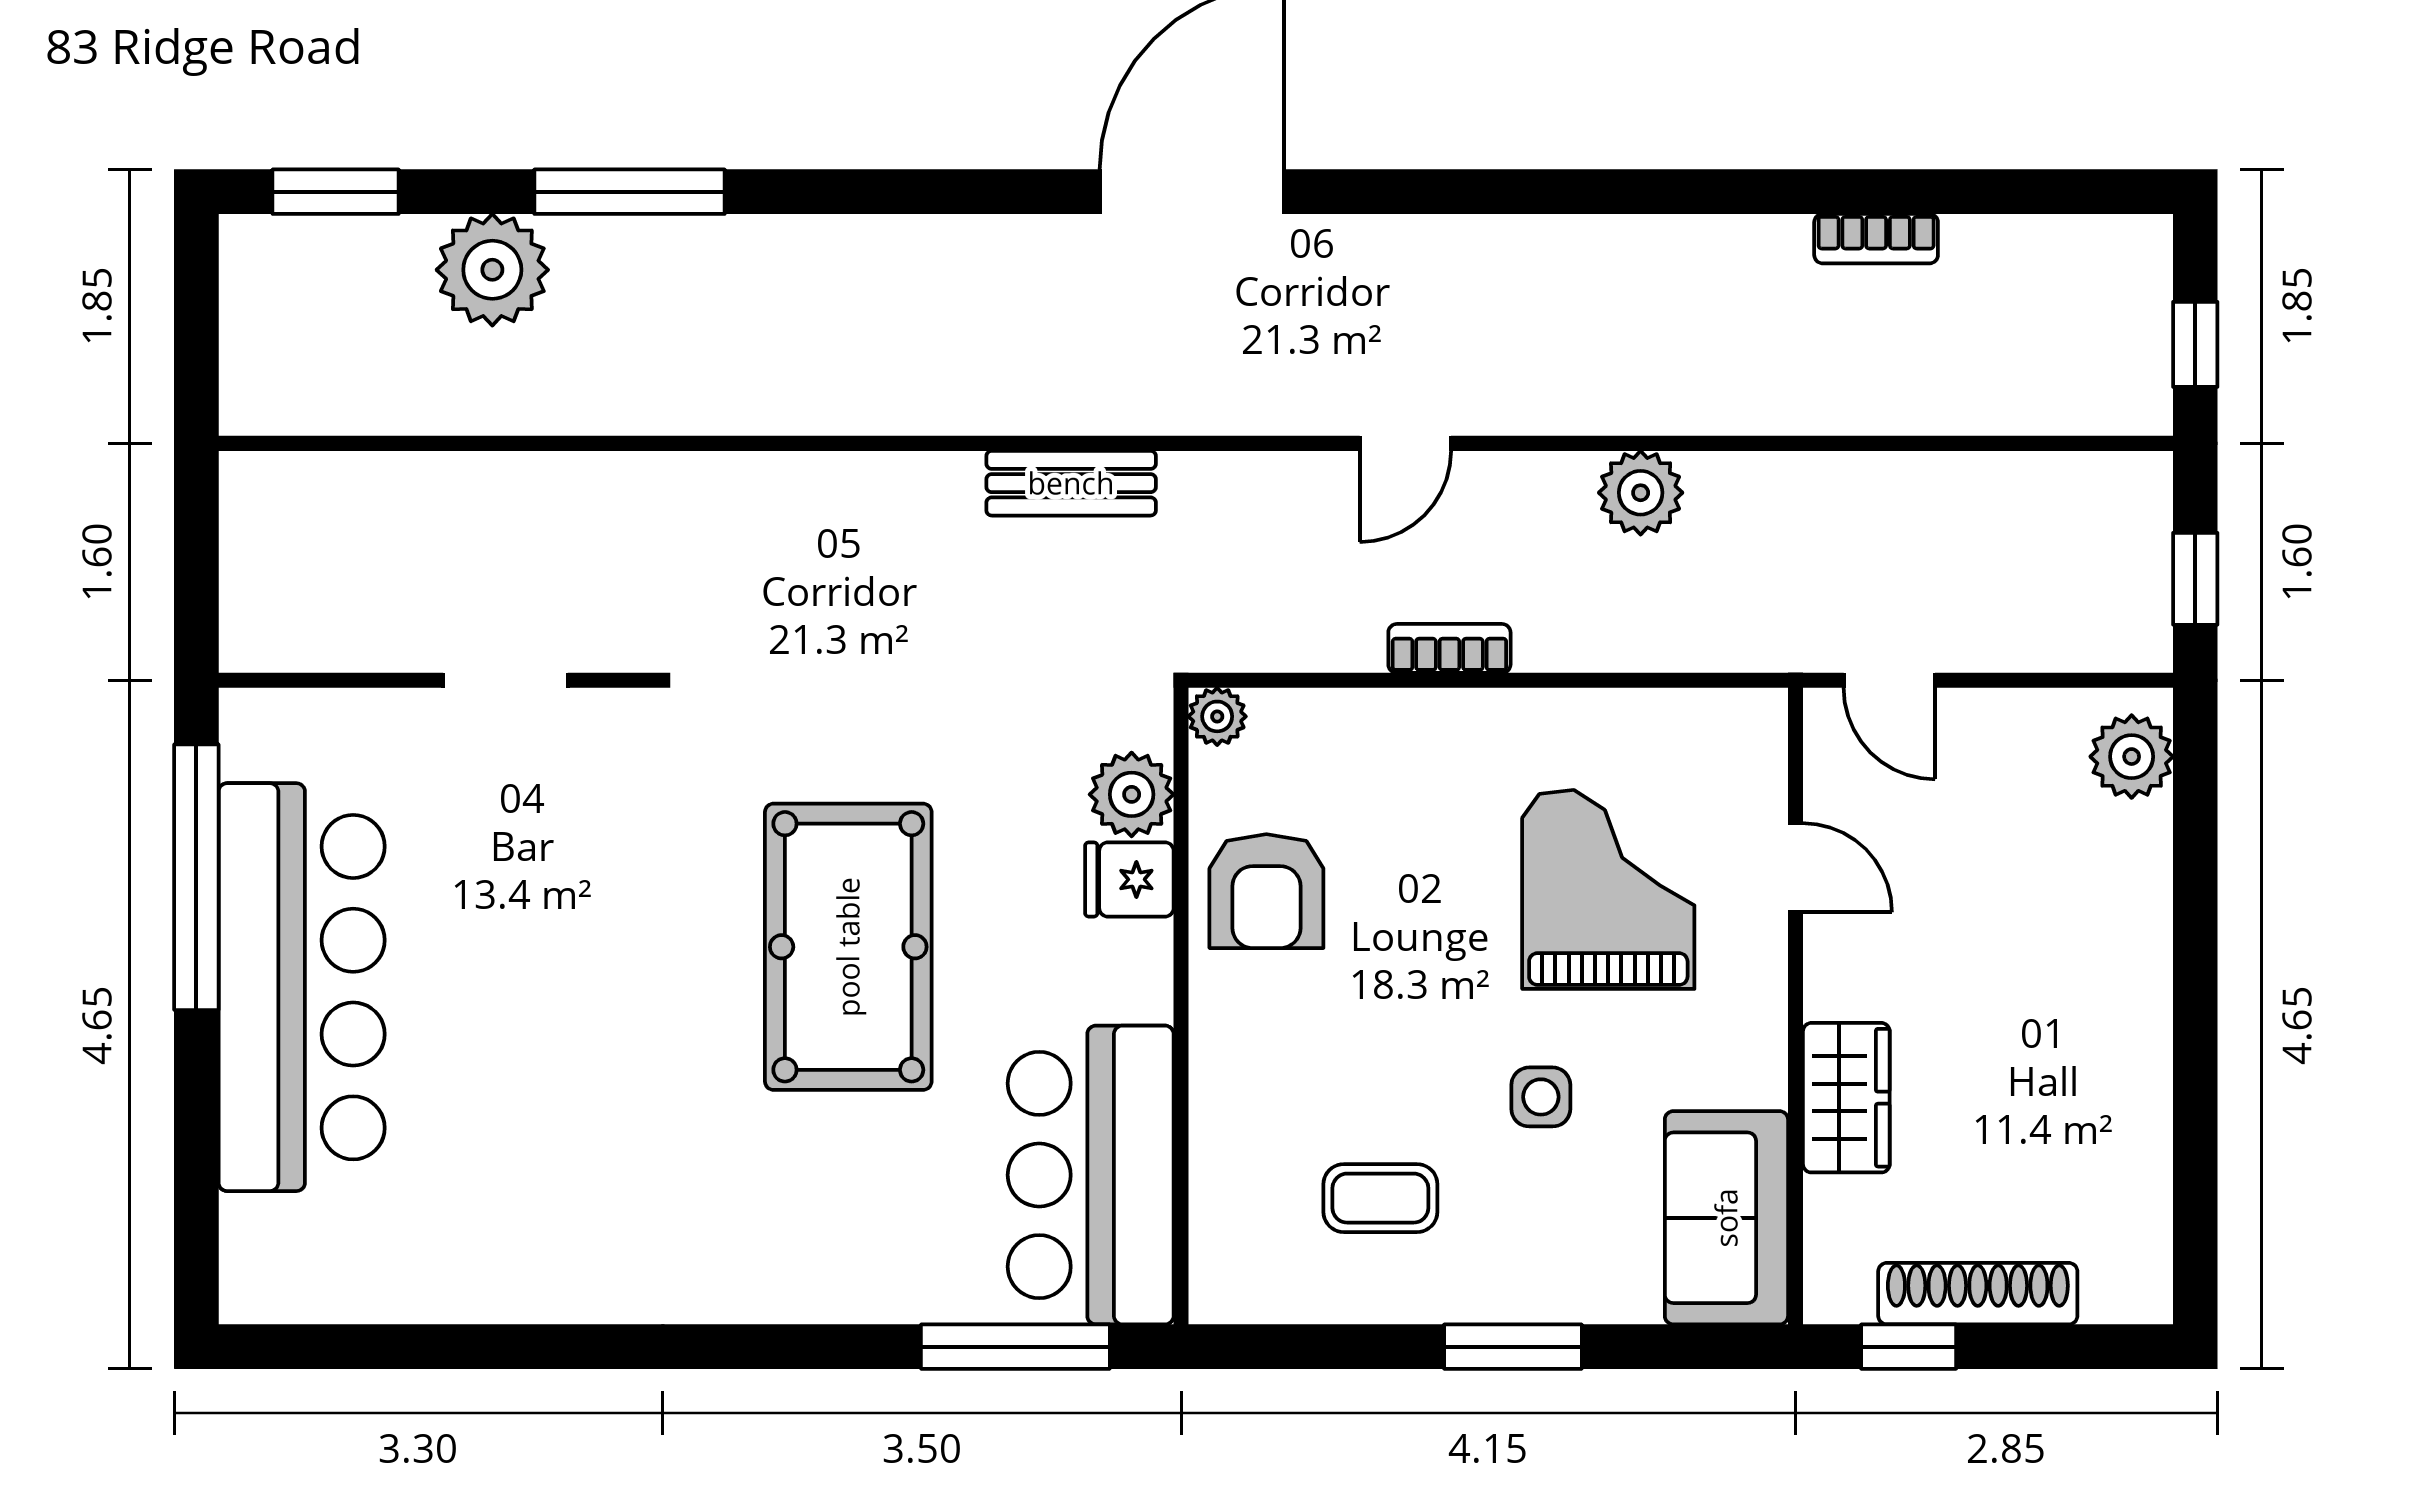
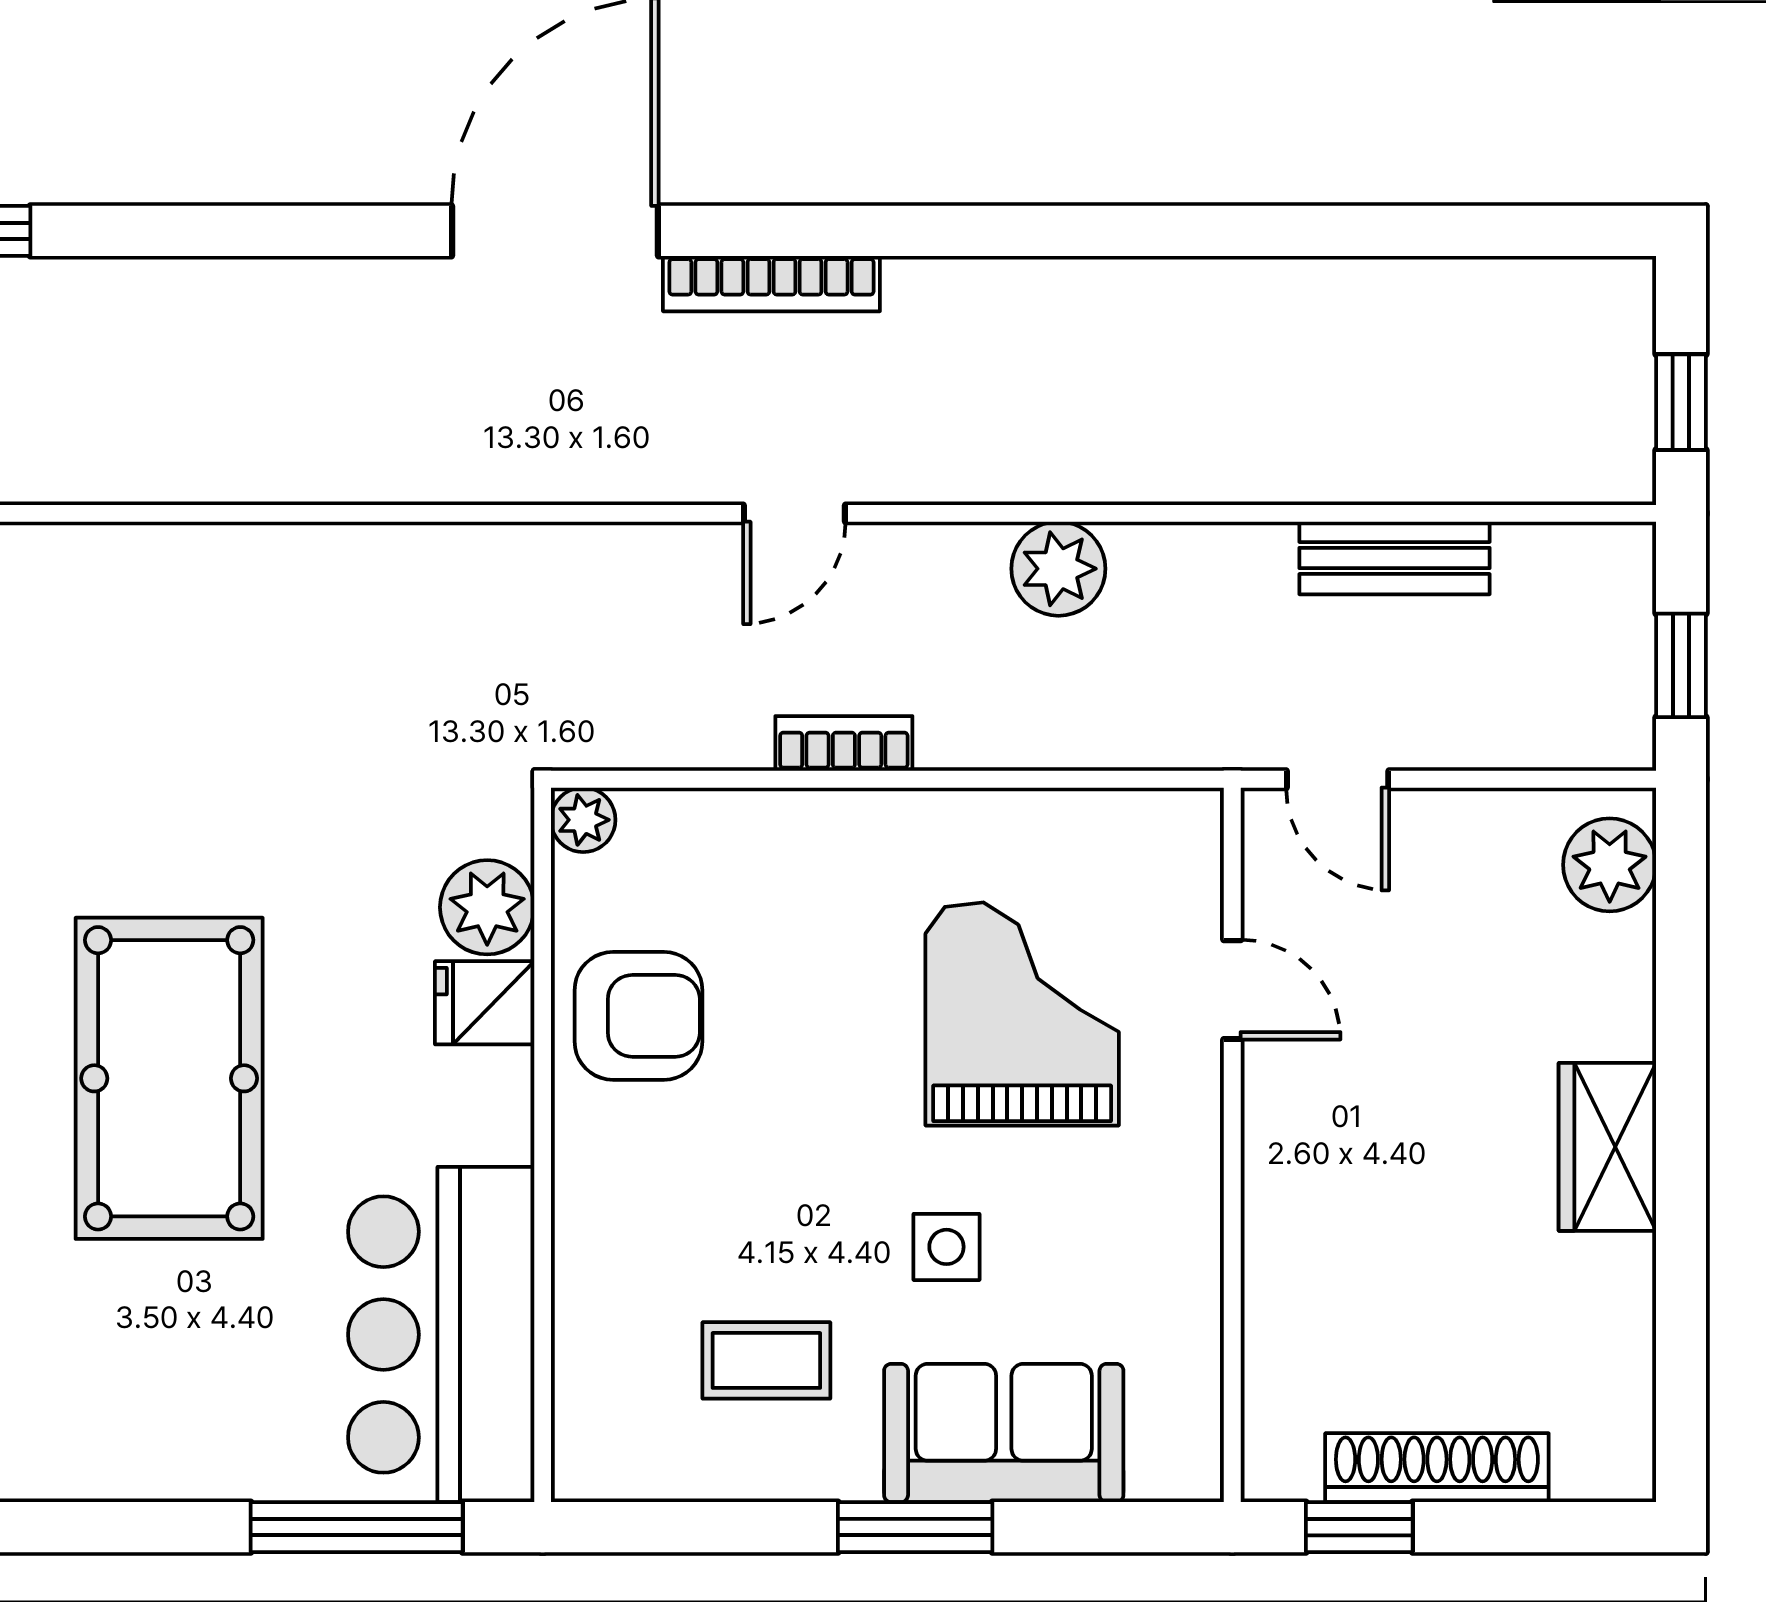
bookcase: (1876, 239) -> (771, 284), moved, width x1.56
bench: (1071, 483) -> (1395, 558), moved
armchair: (1266, 891) -> (638, 1016), turned -90
wardrobe: (1846, 1098) -> (1607, 1147), moved, turned 180
sofa: (1726, 1218) -> (1004, 1433), moved, turned 90

